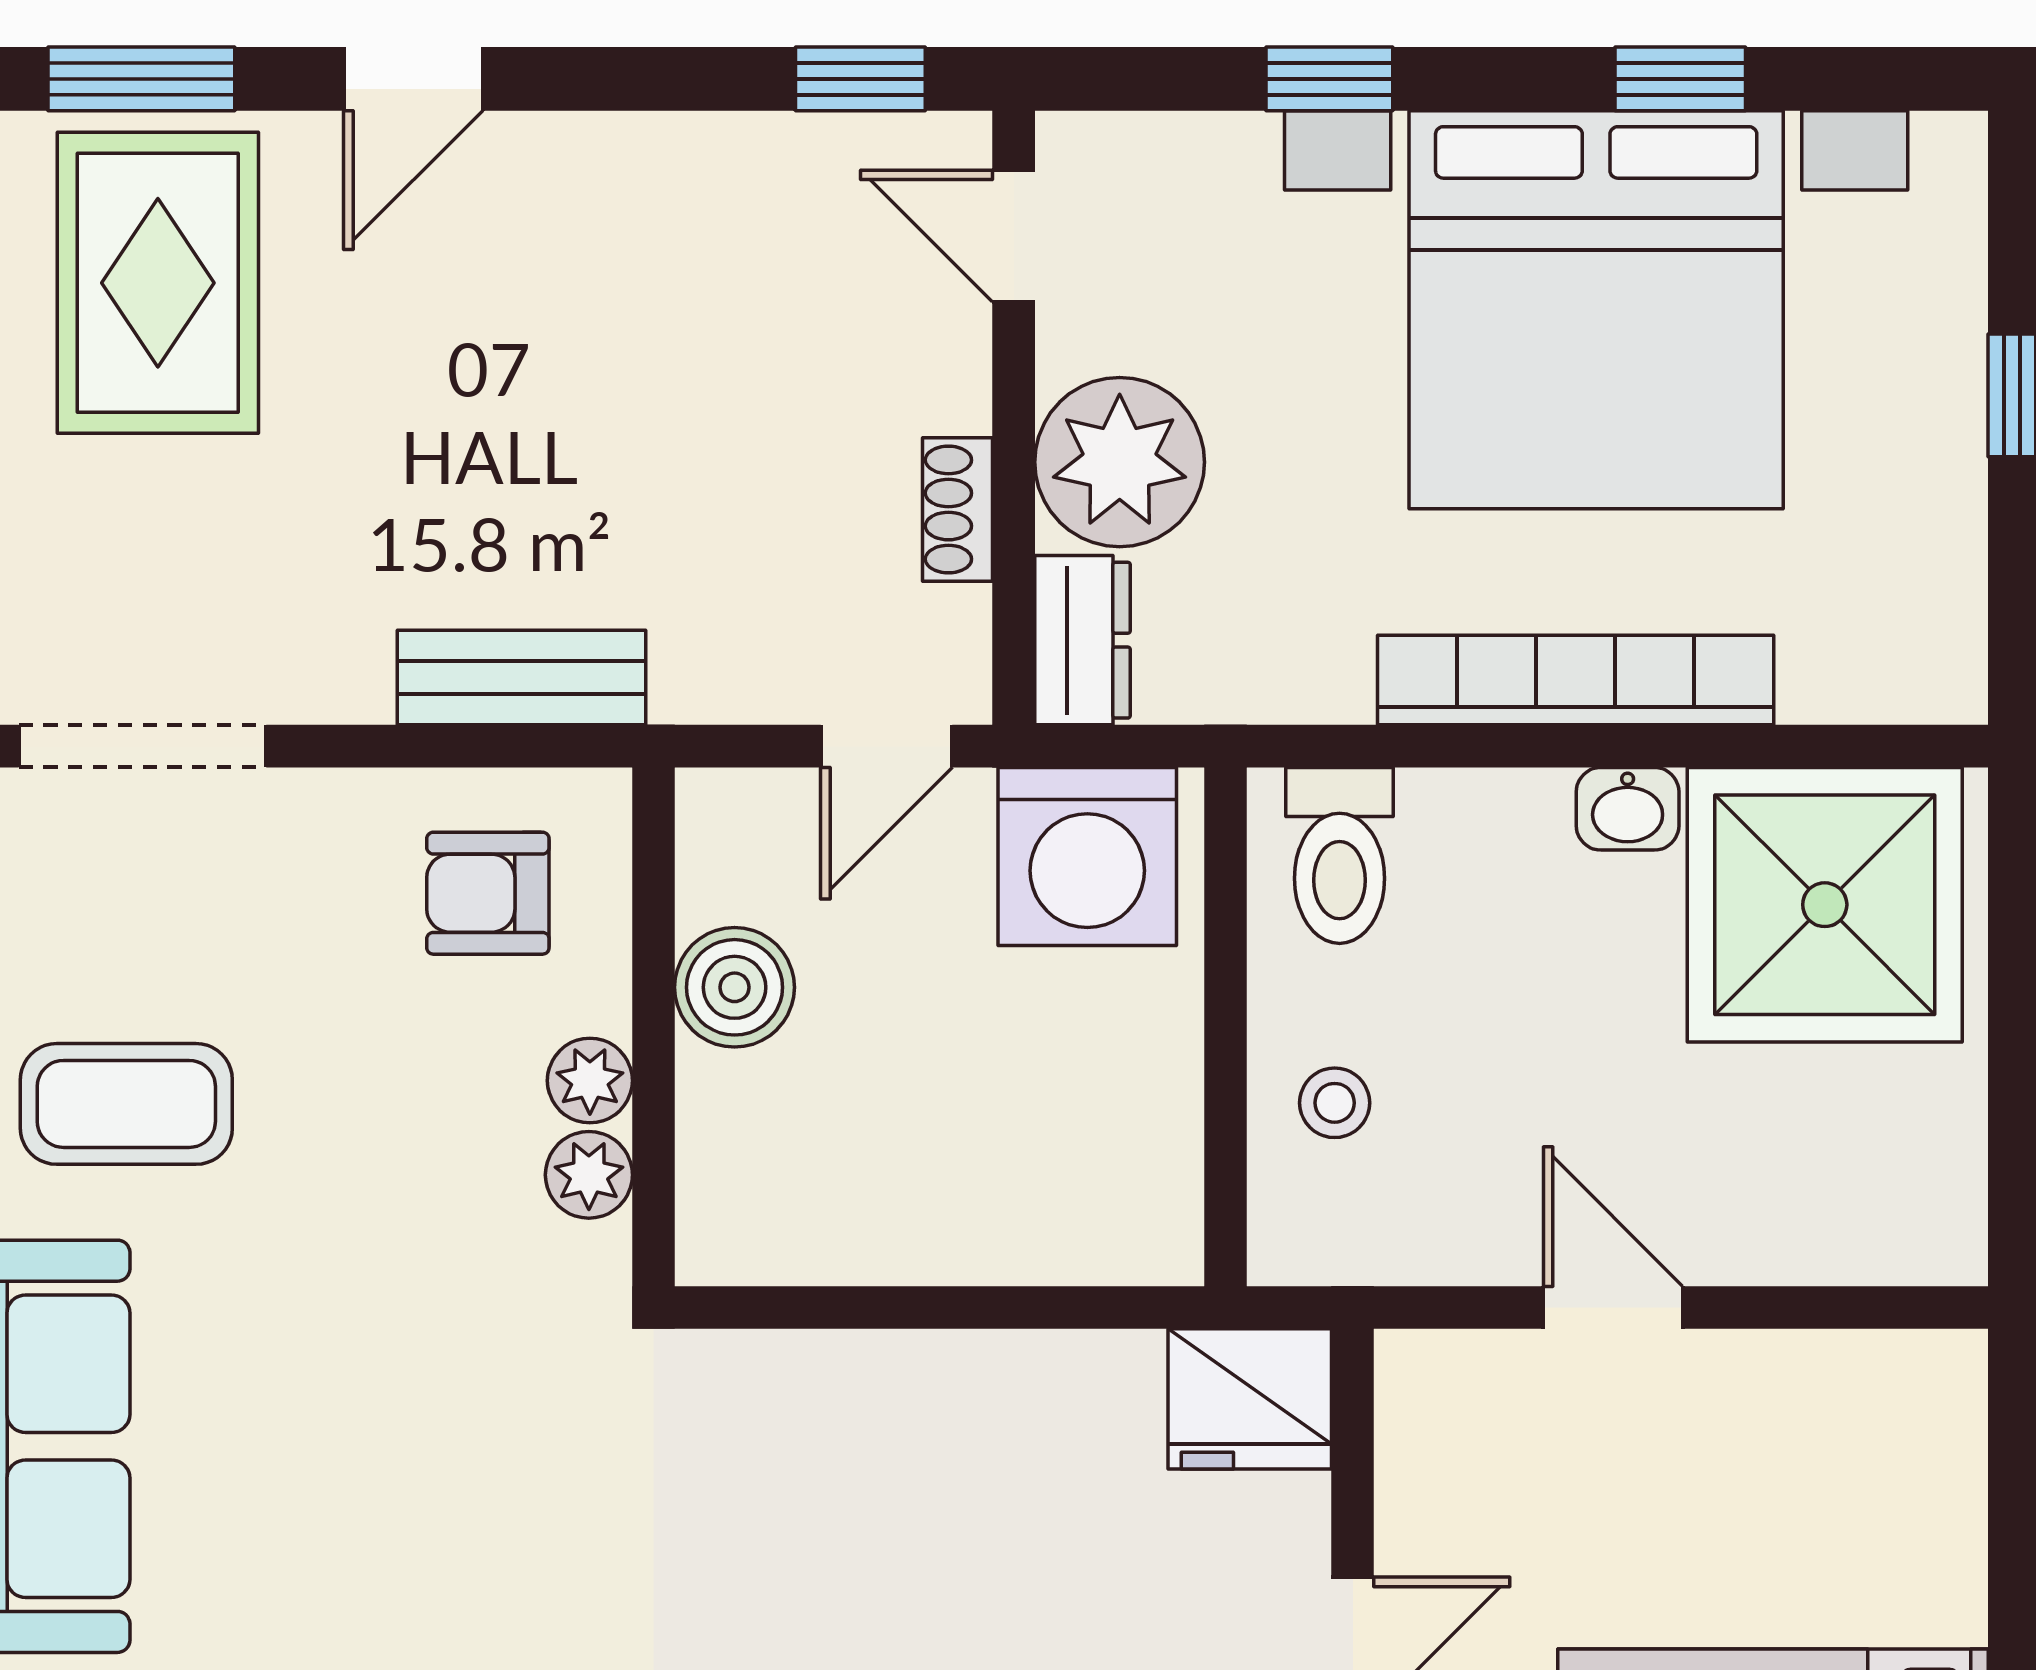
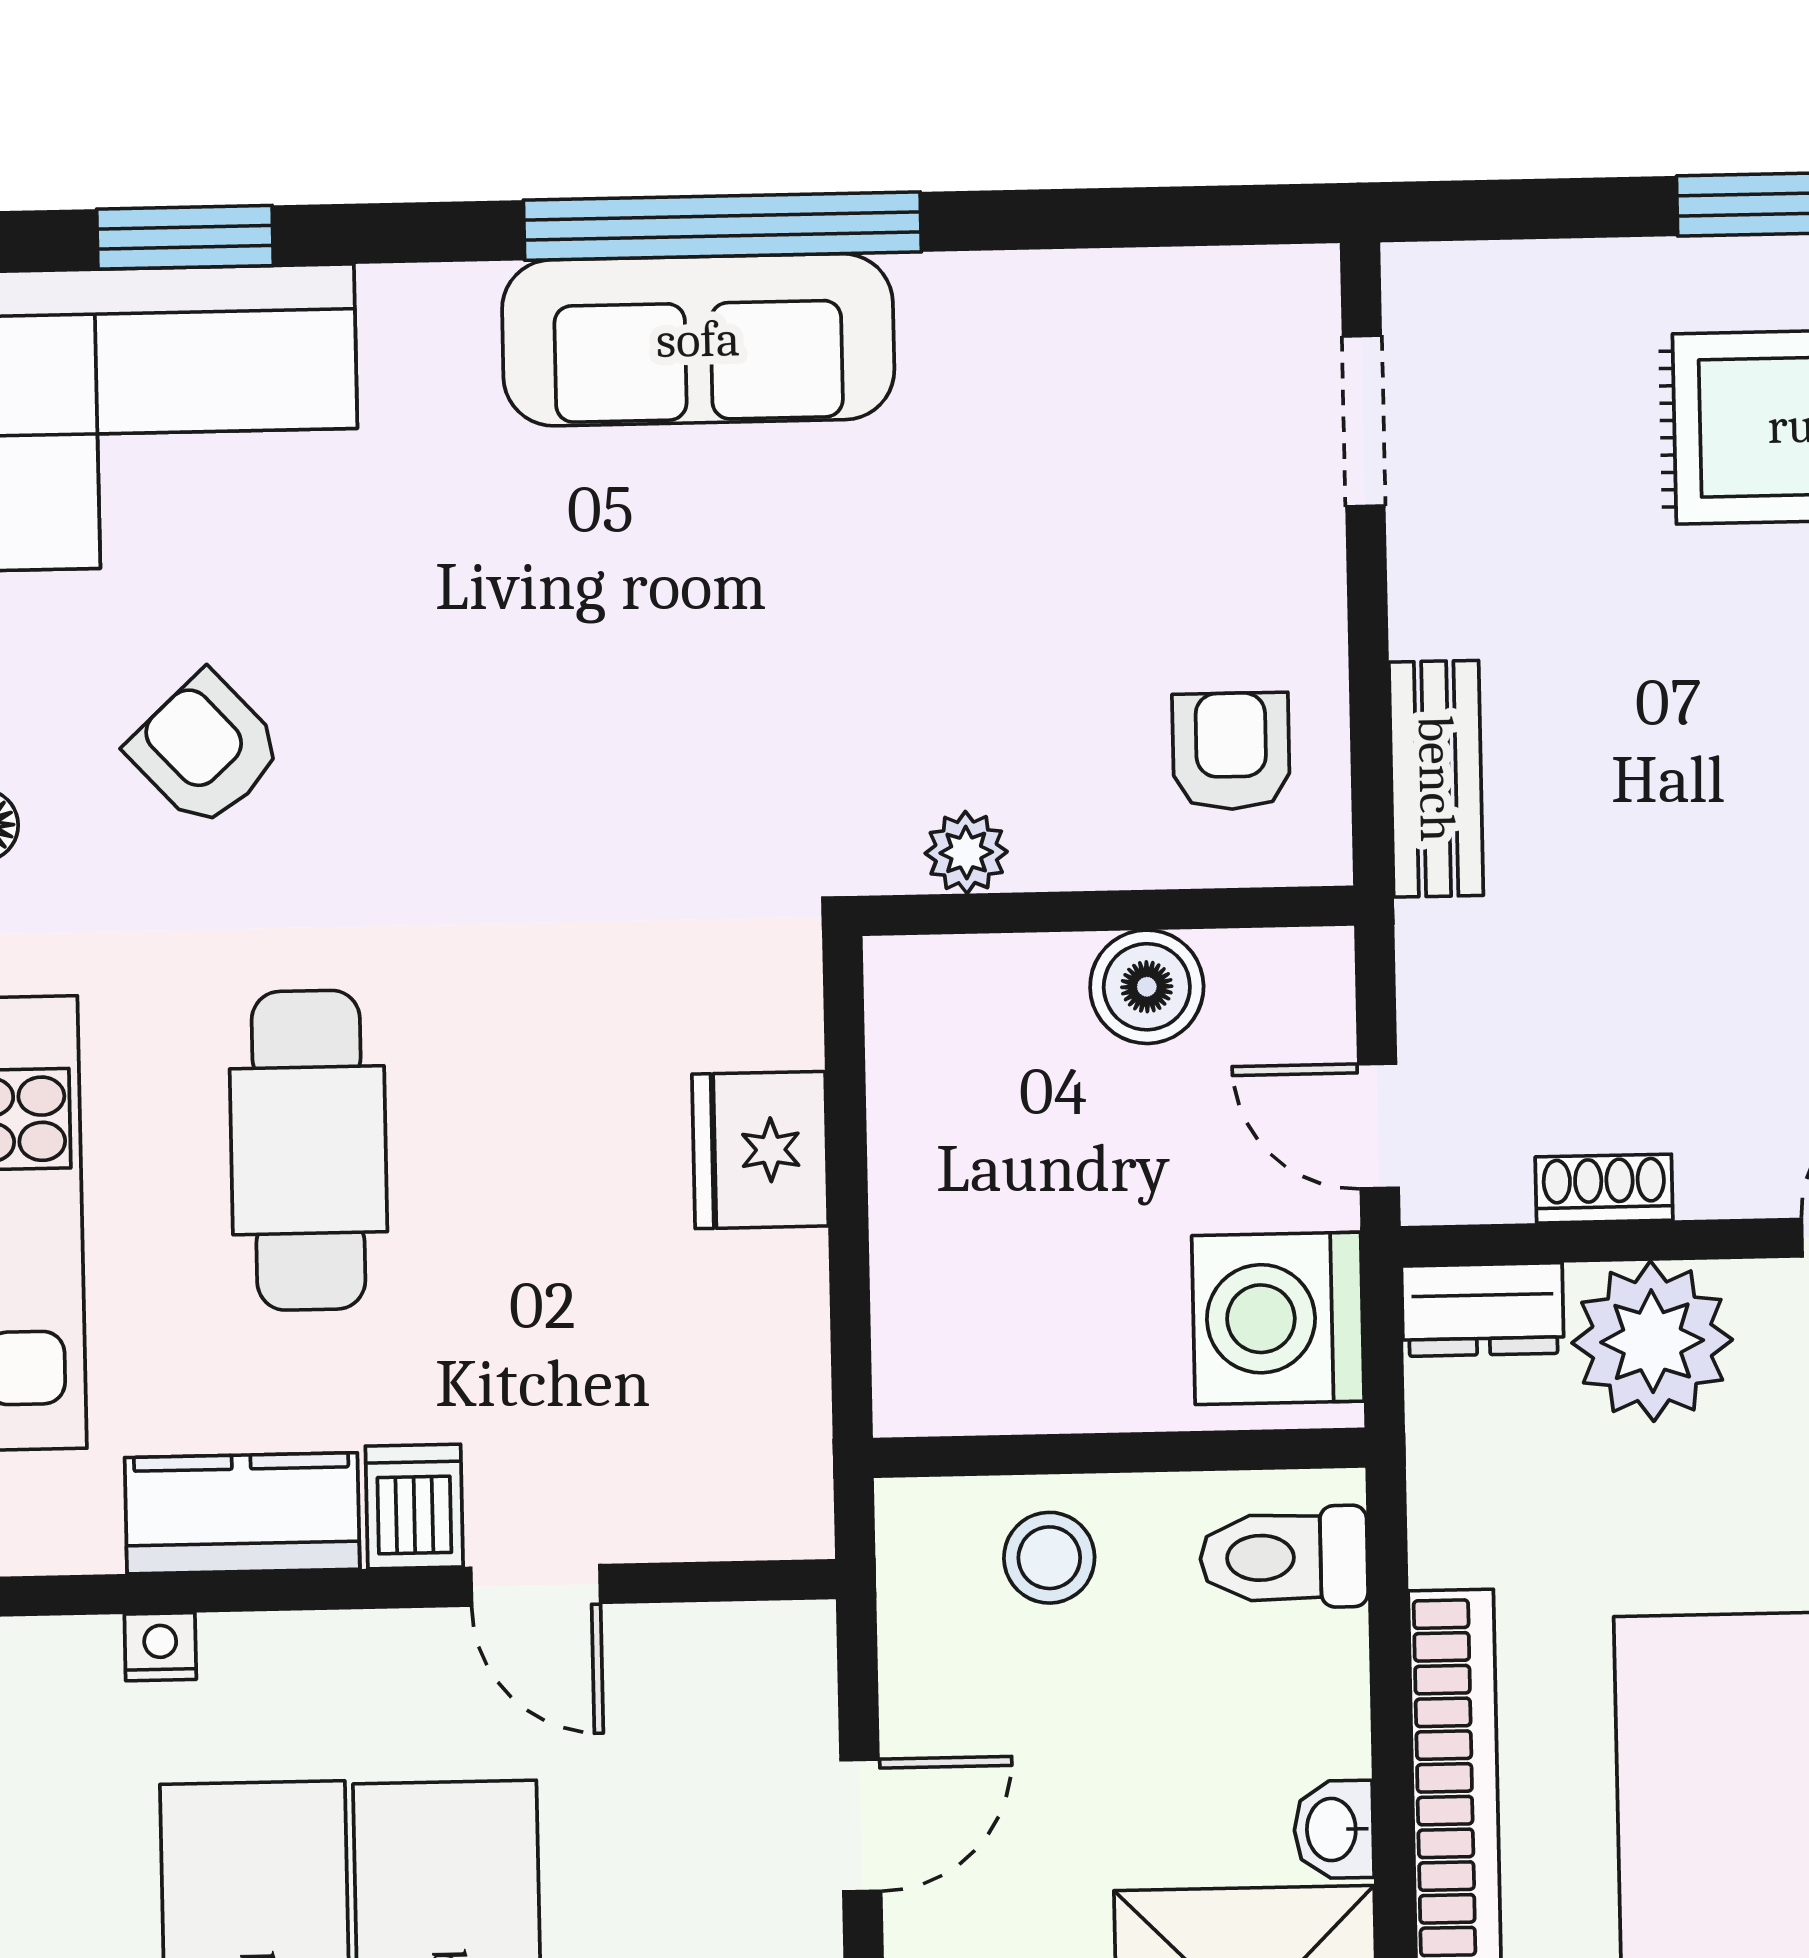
doorway: (143, 746) -> (1364, 421), width x0.73
plant: (590, 1081) -> (1056, 852), removed
stool: (1335, 1103) -> (1049, 1558), width x1.37, depth x1.37
coffee table: (126, 1104) -> (1024, 413), removed
fridge: (1250, 1399) -> (760, 1150), moved

